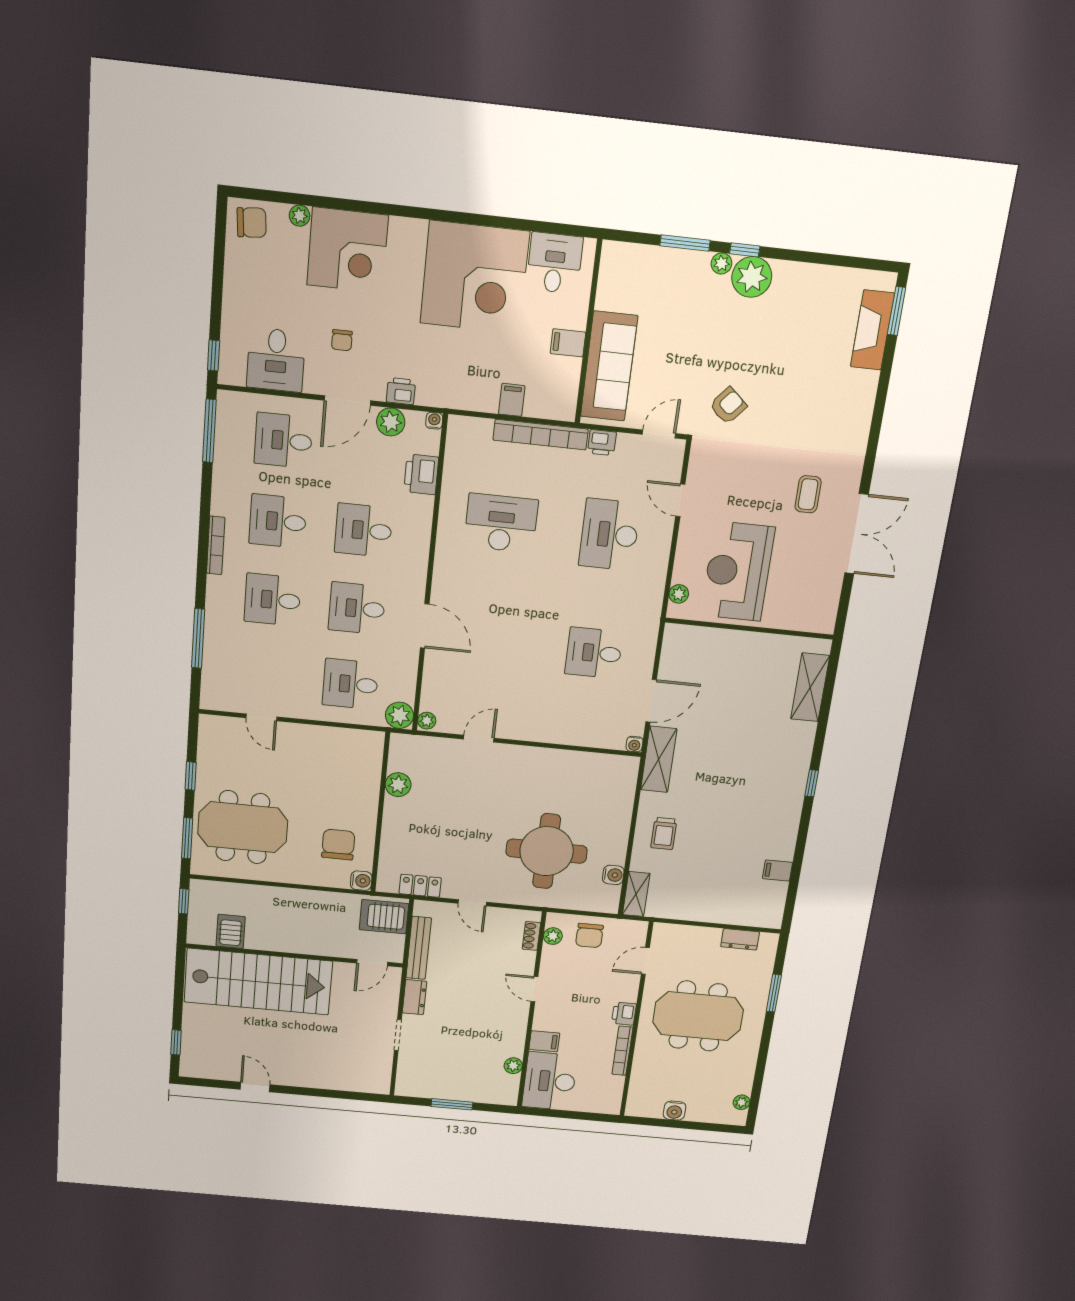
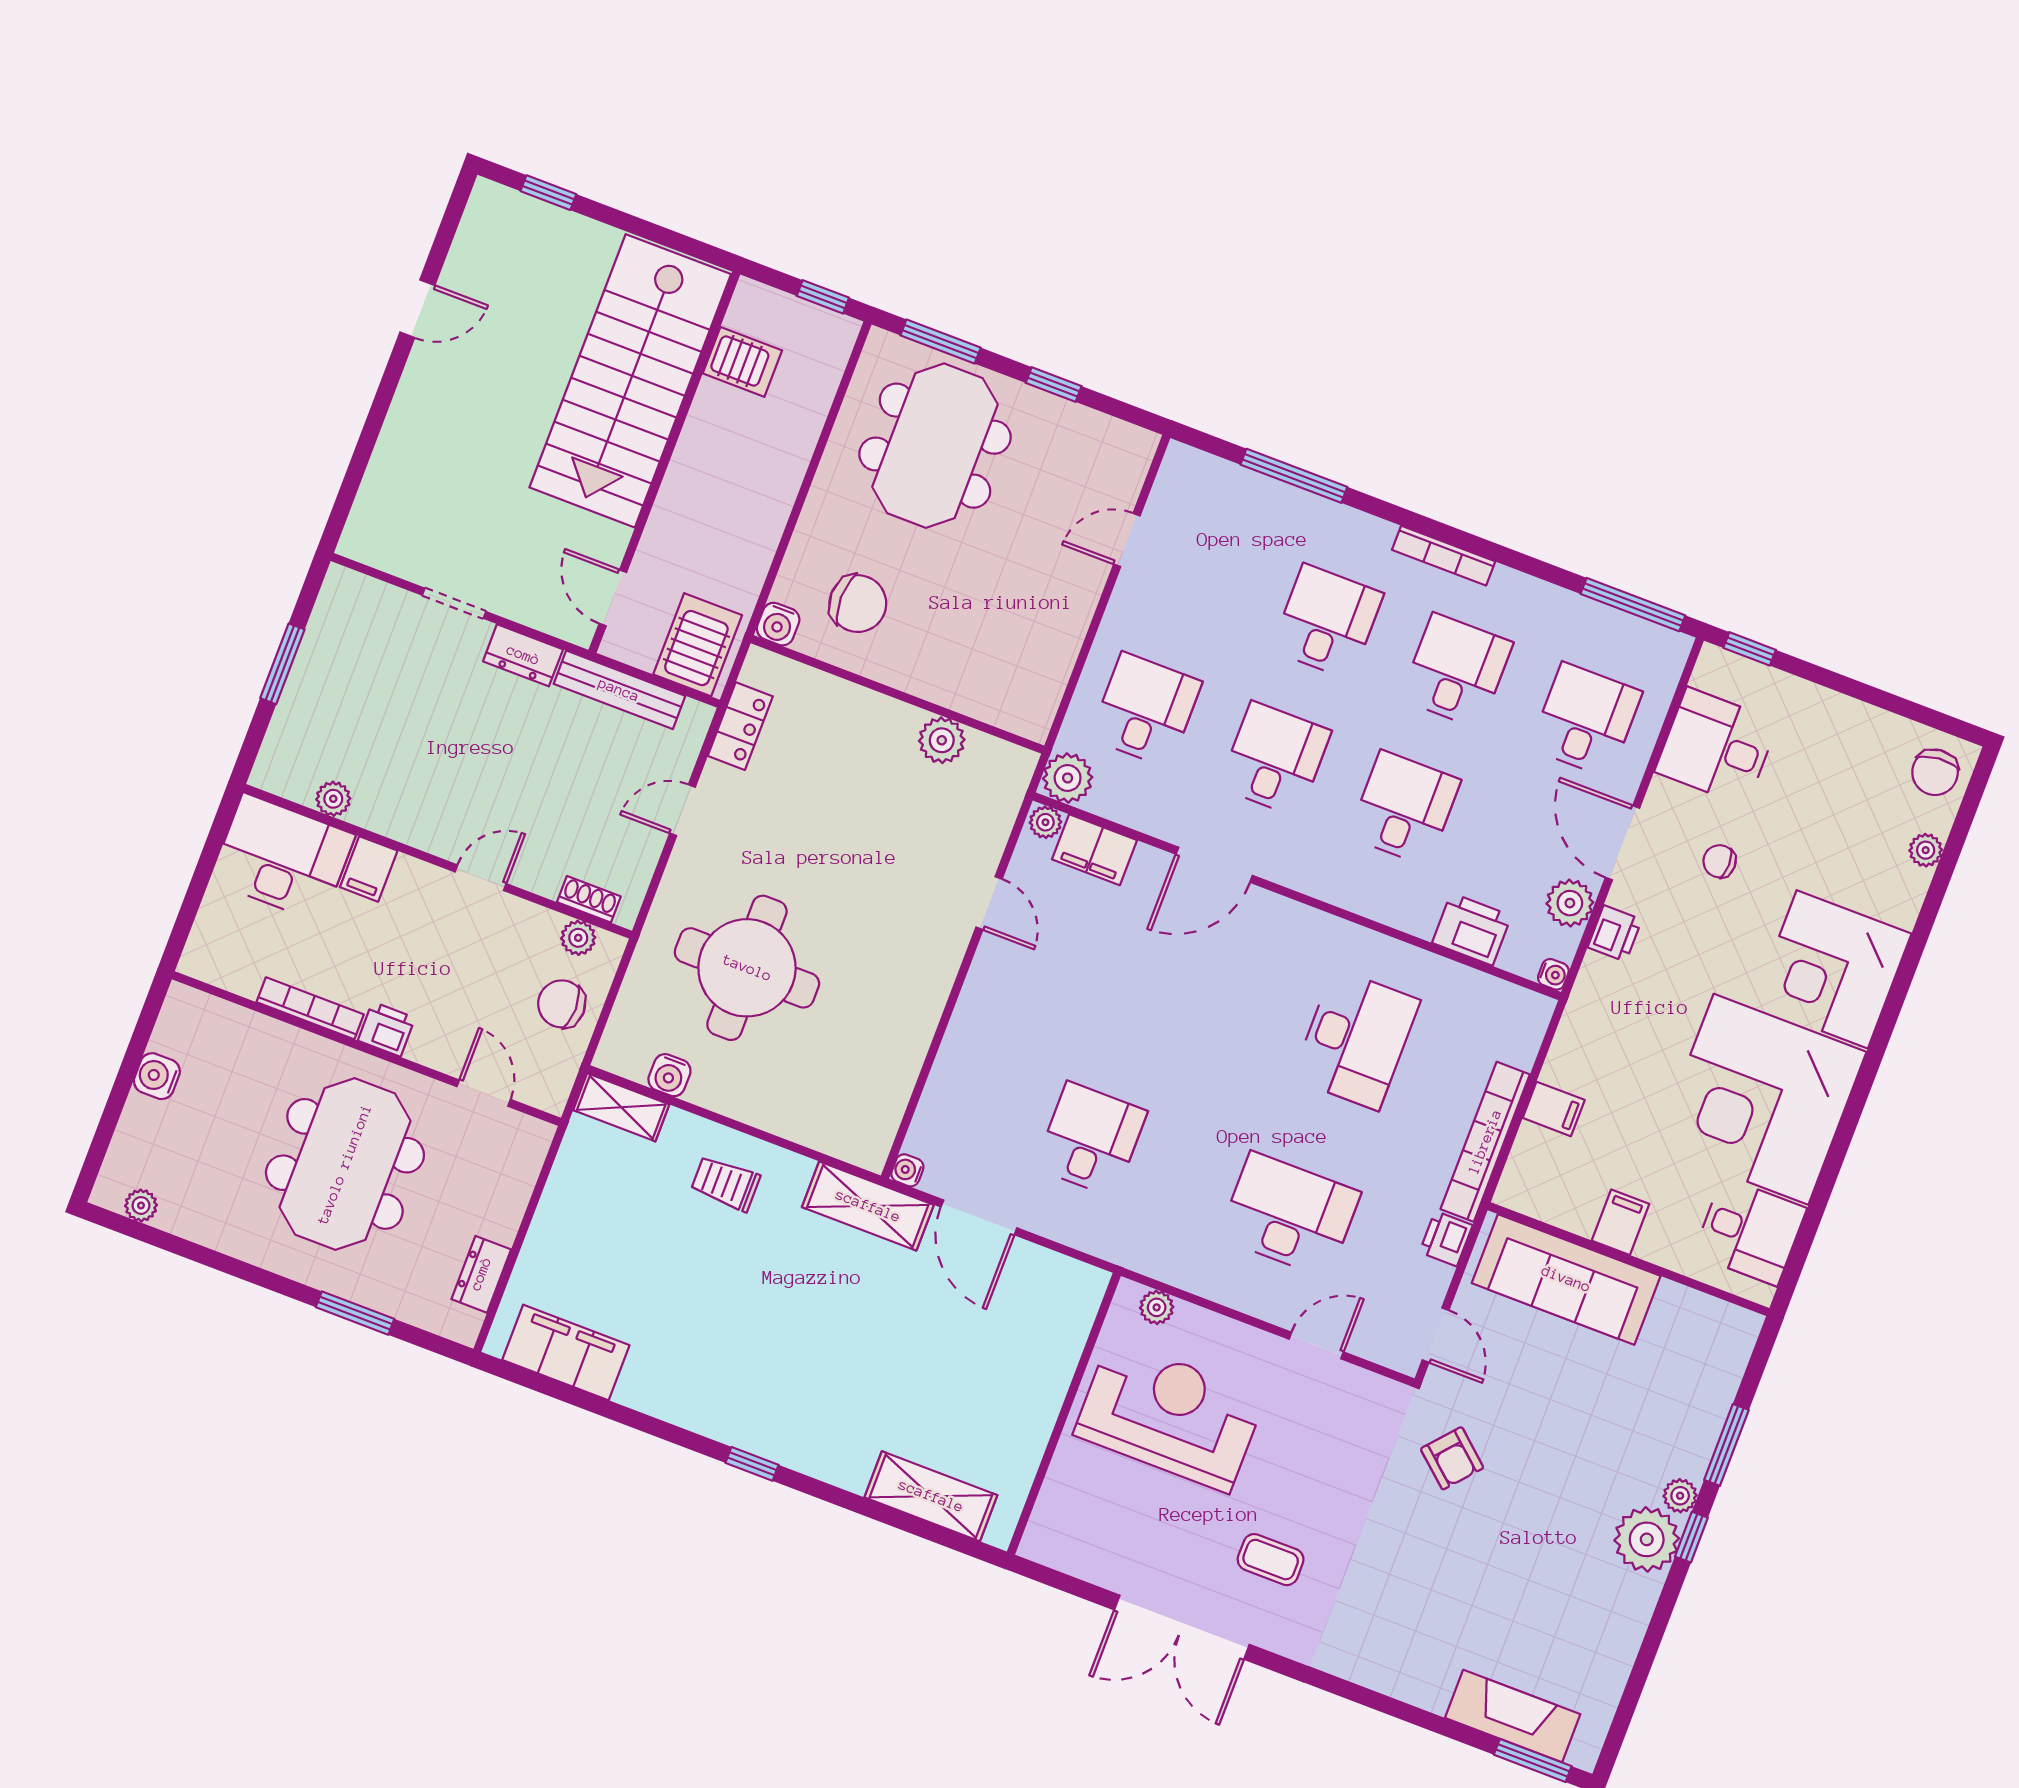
corner desk: (348, 250) -> (1832, 969), moved
filing cabinet: (434, 691) -> (1095, 850), added
filing cabinet: (777, 871) -> (566, 1352), width x3.00, depth x1.17

